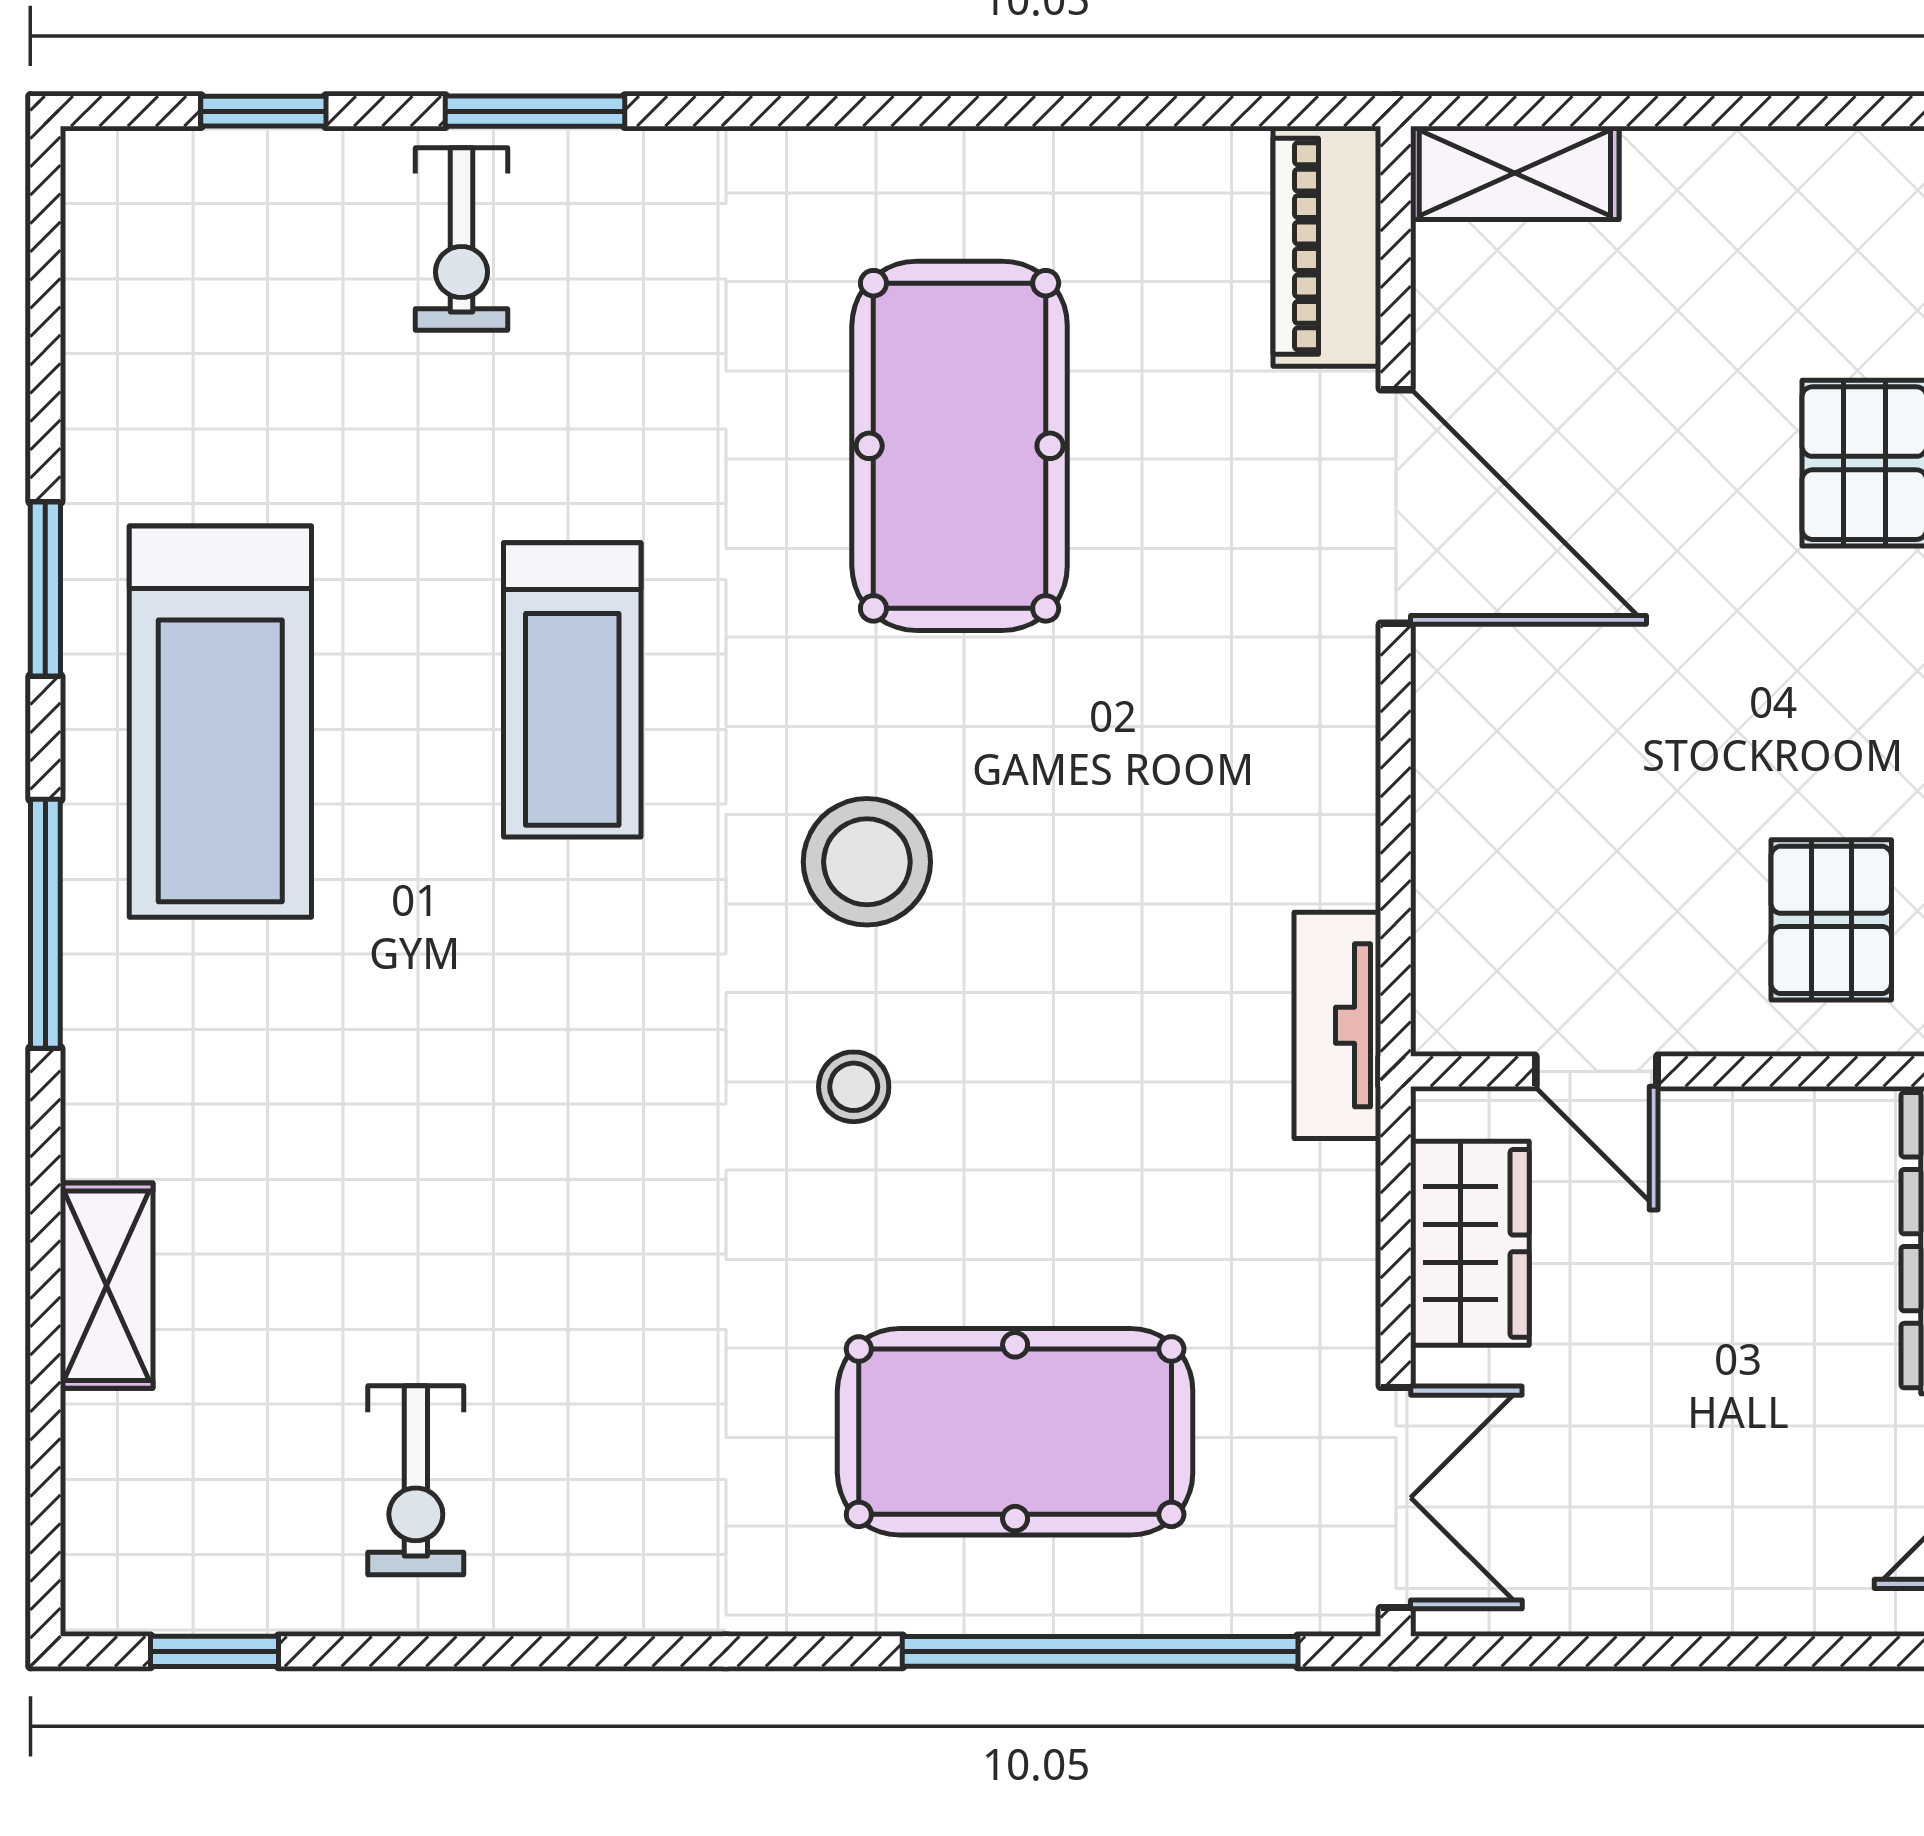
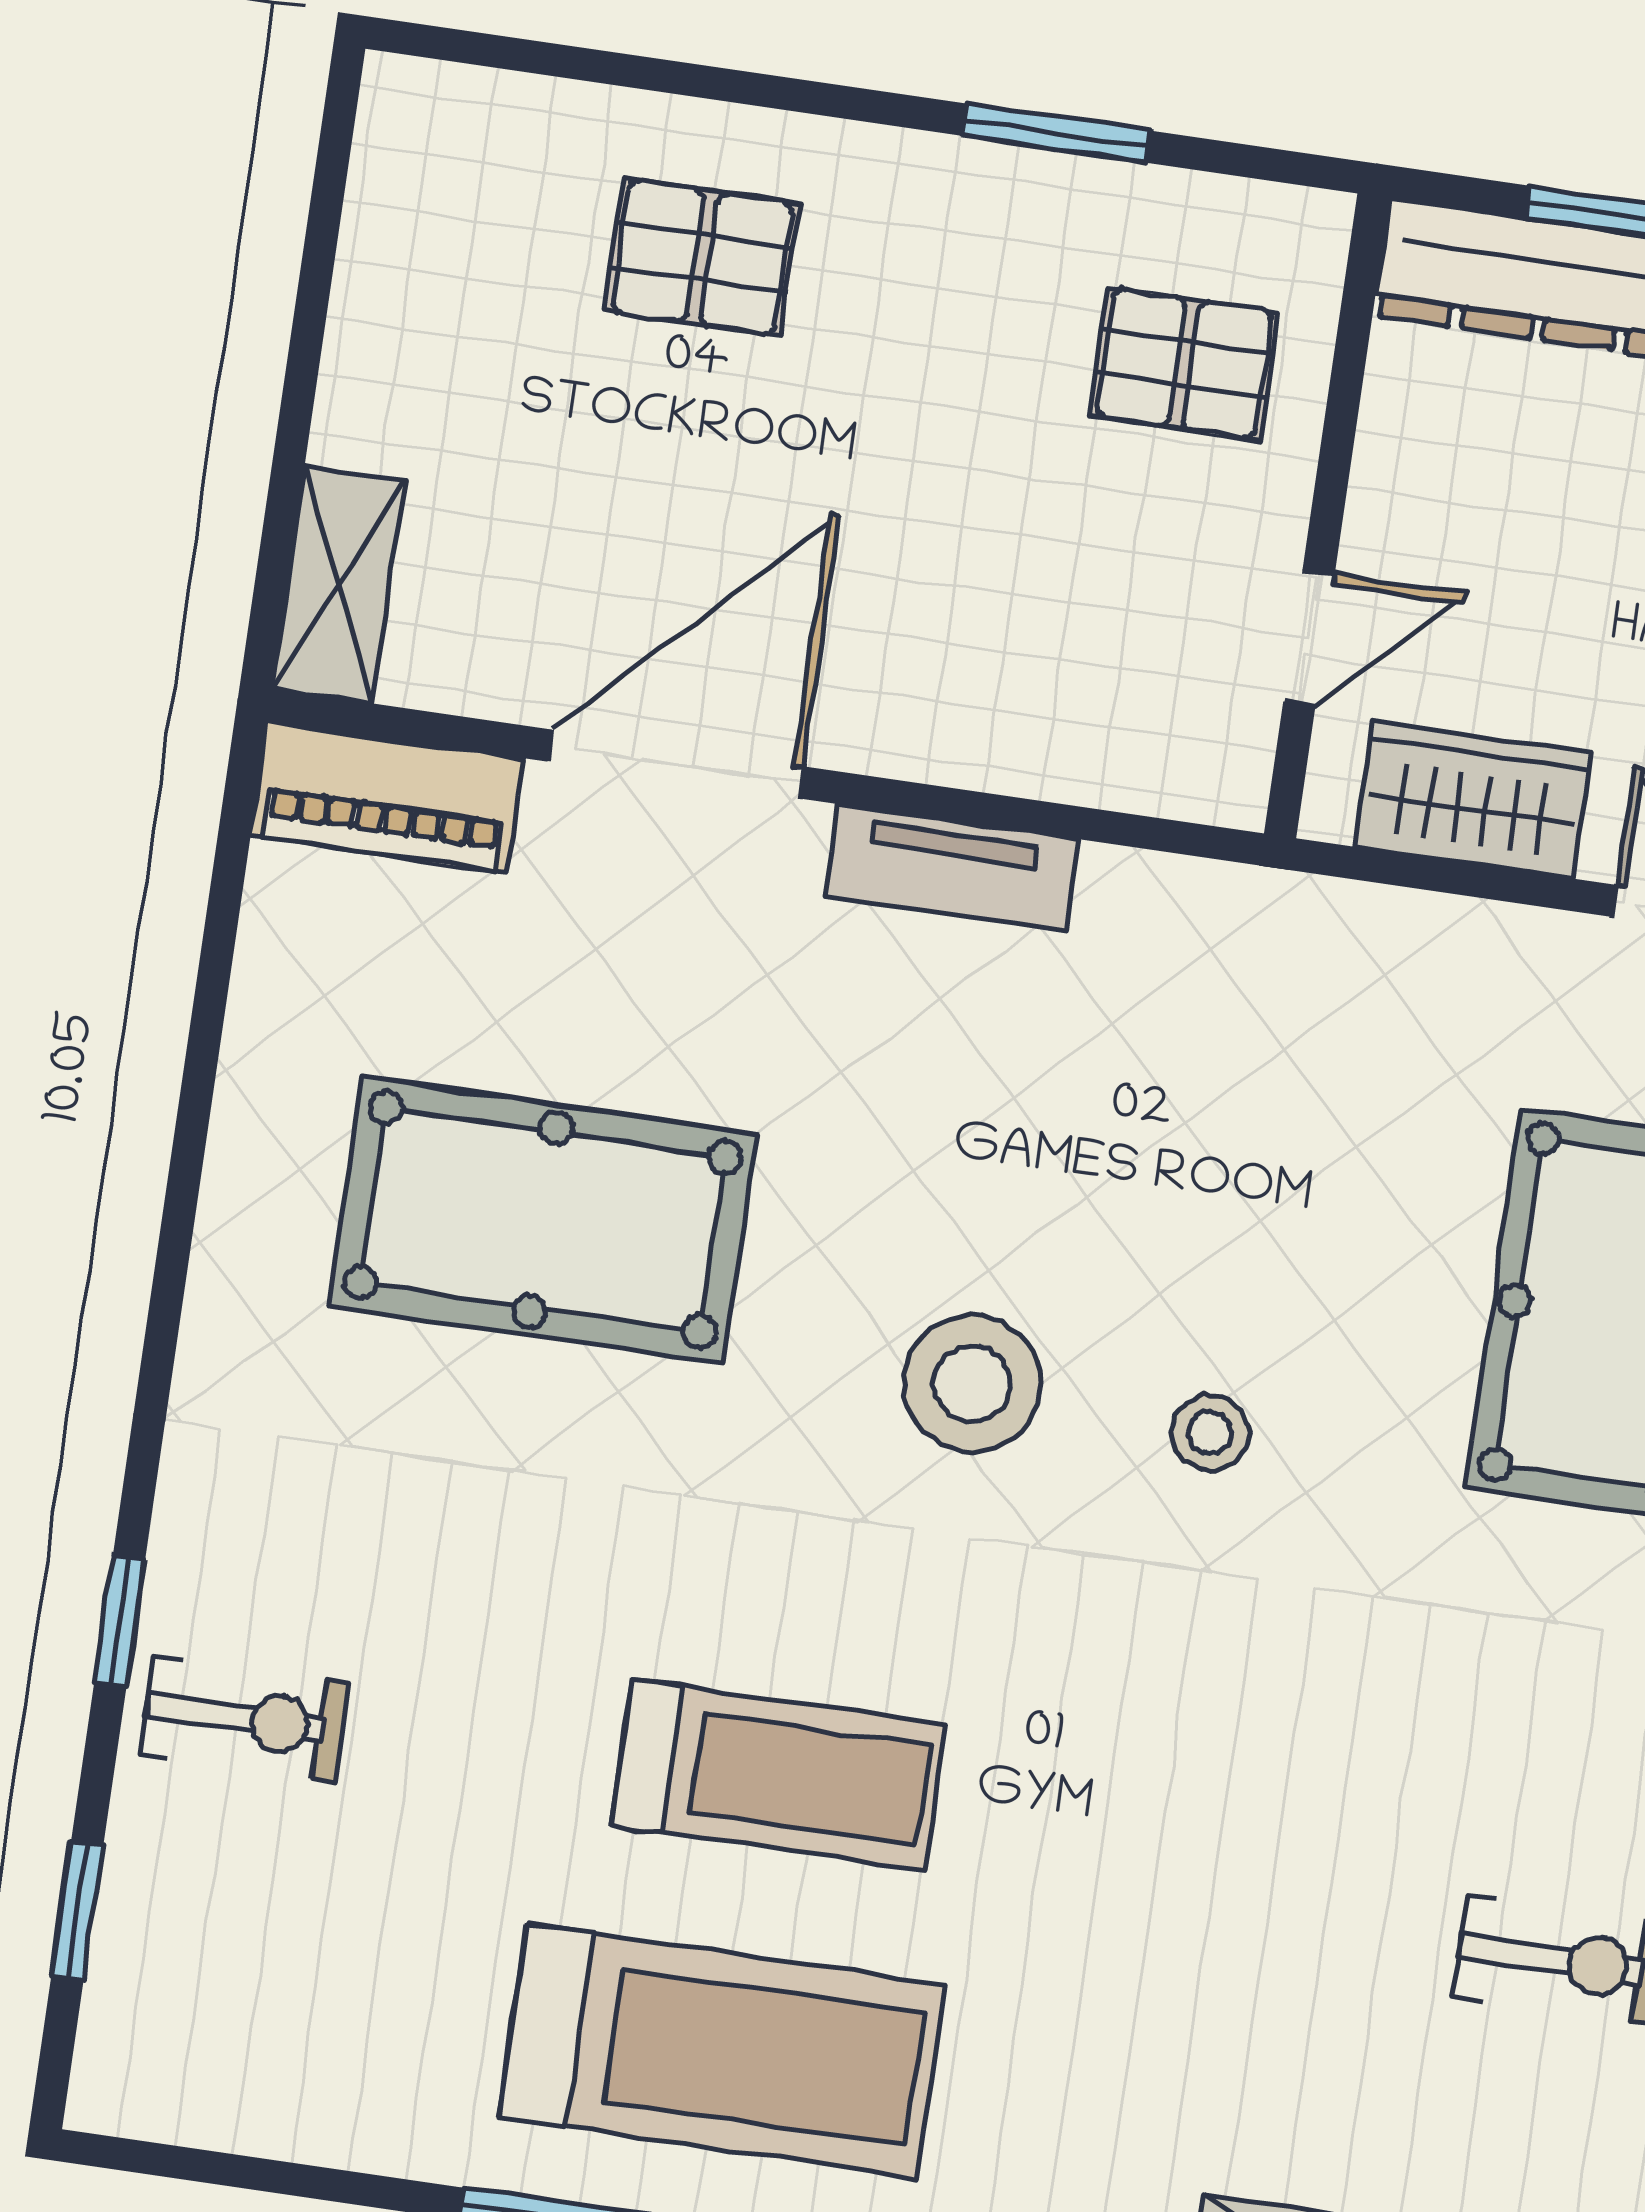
window: (535, 111) -> (120, 1621), width x0.67
treadmill: (572, 690) -> (779, 1775), moved
tv unit: (1337, 1025) -> (951, 868), moved

